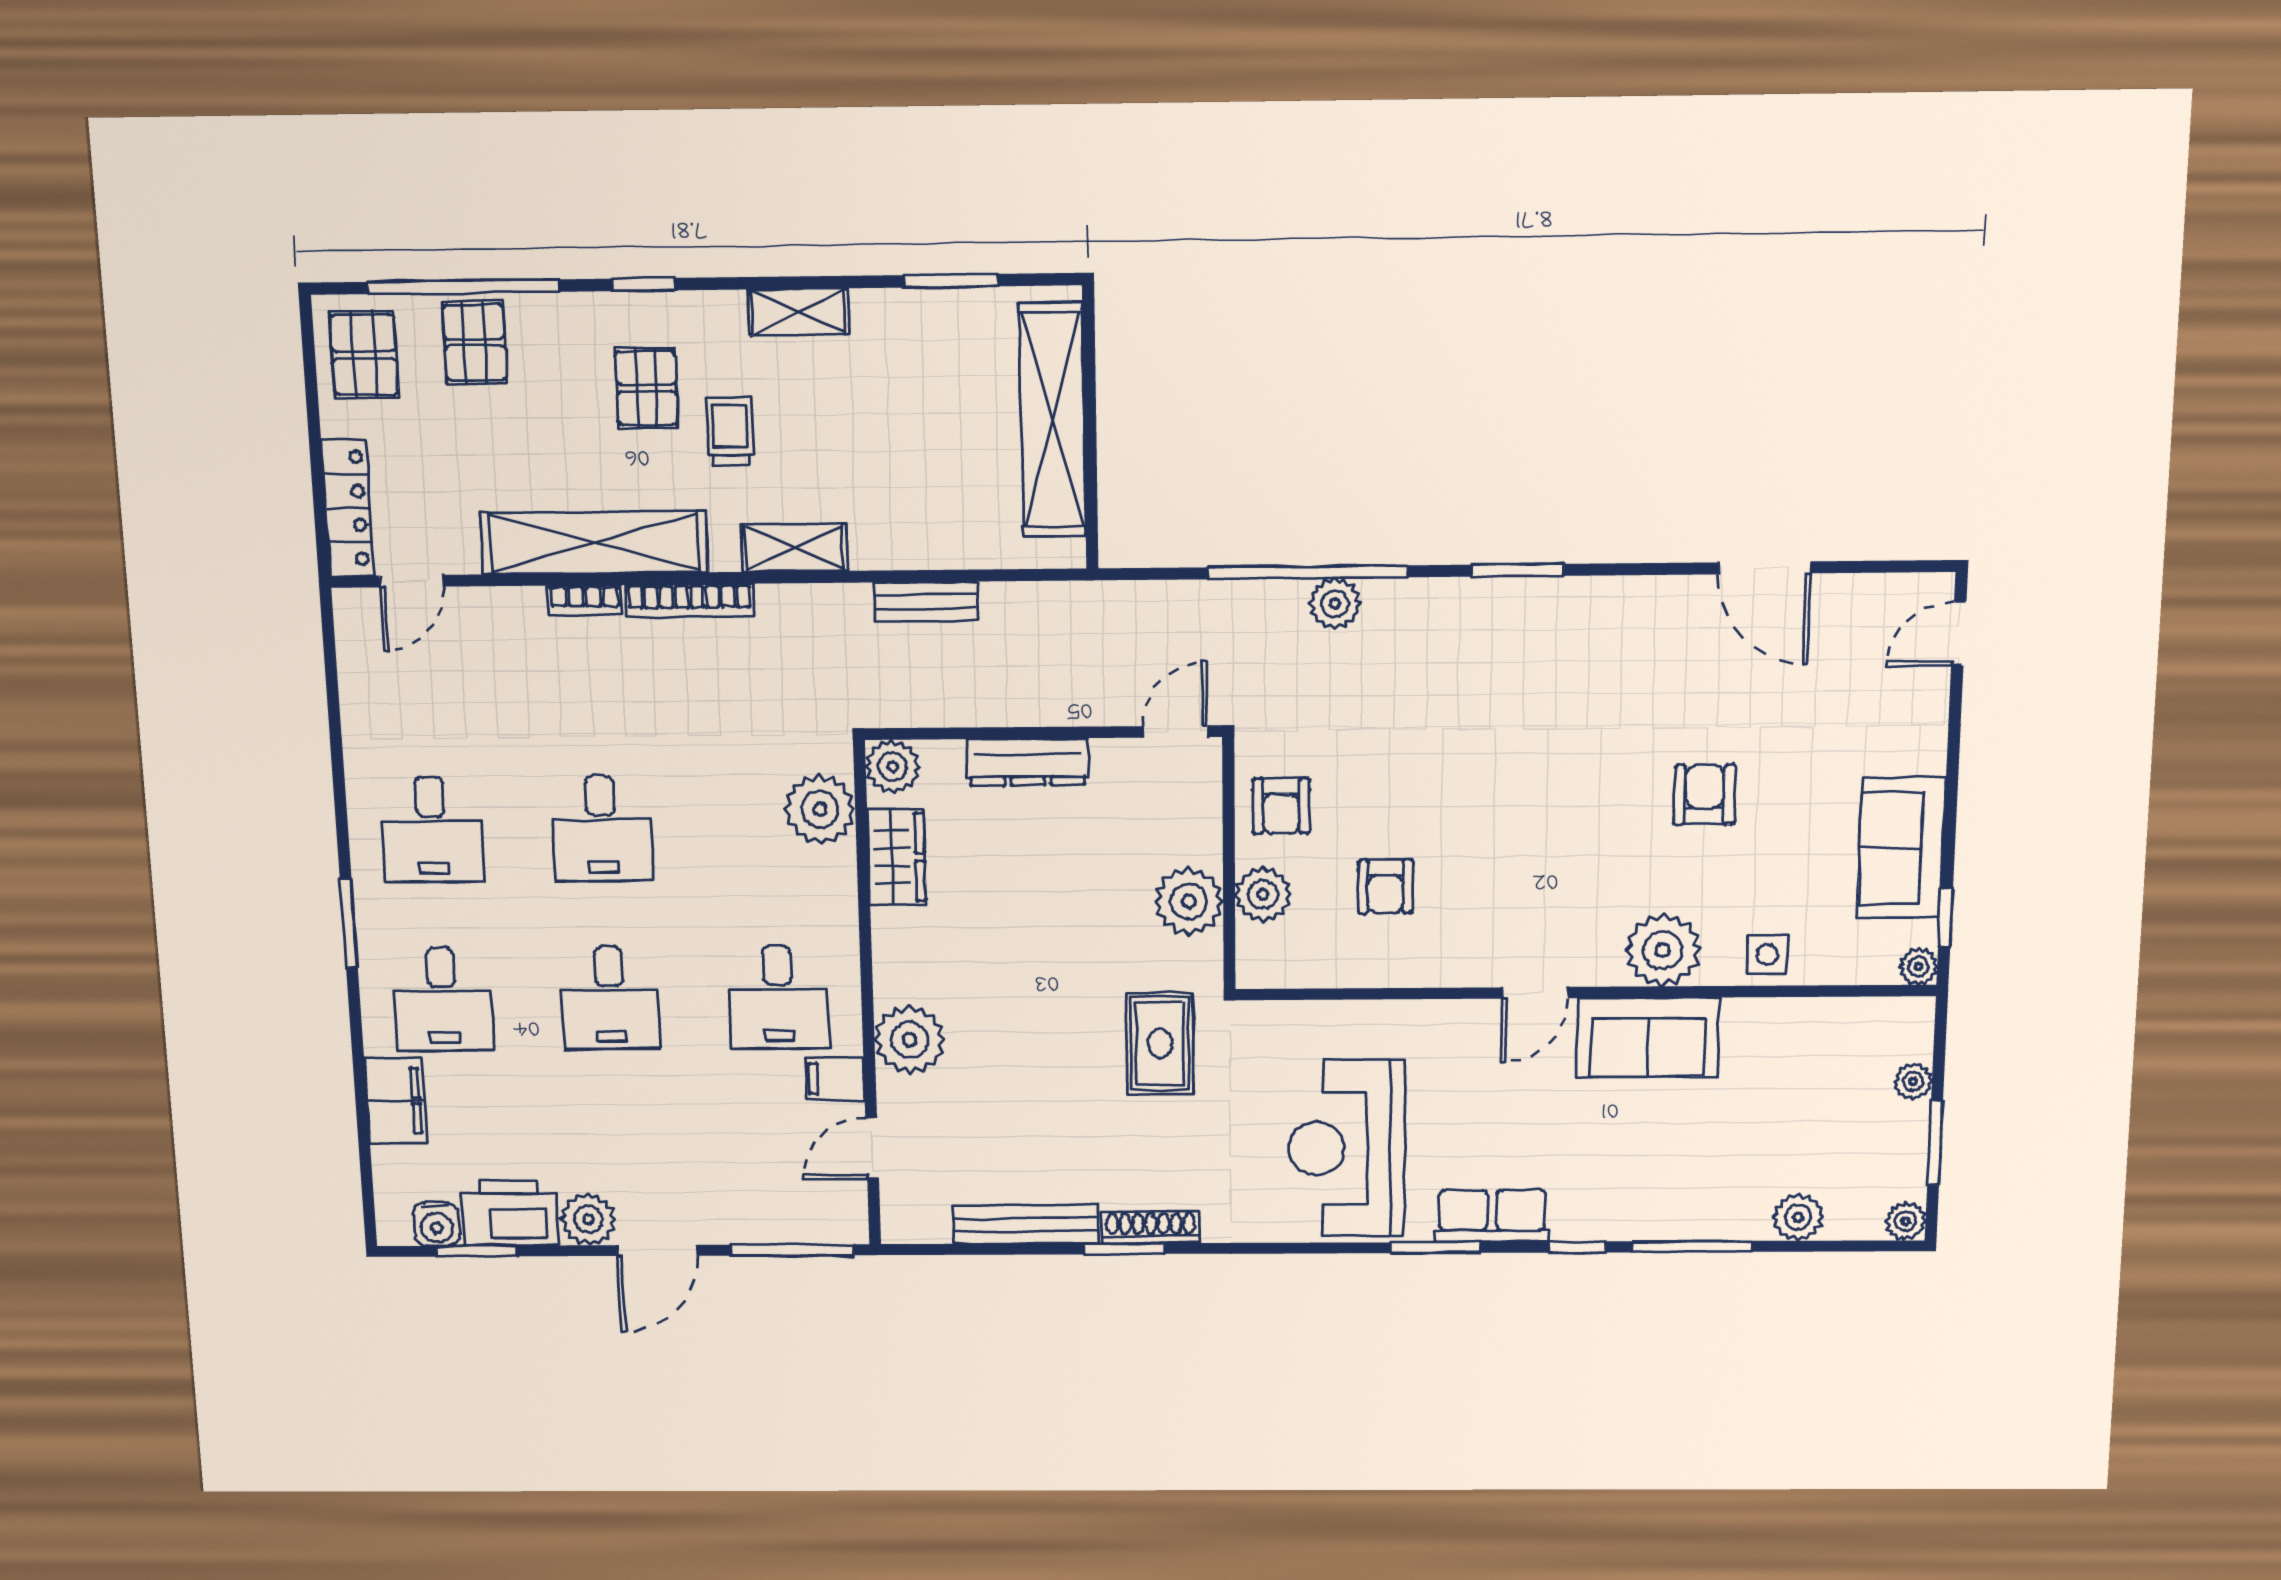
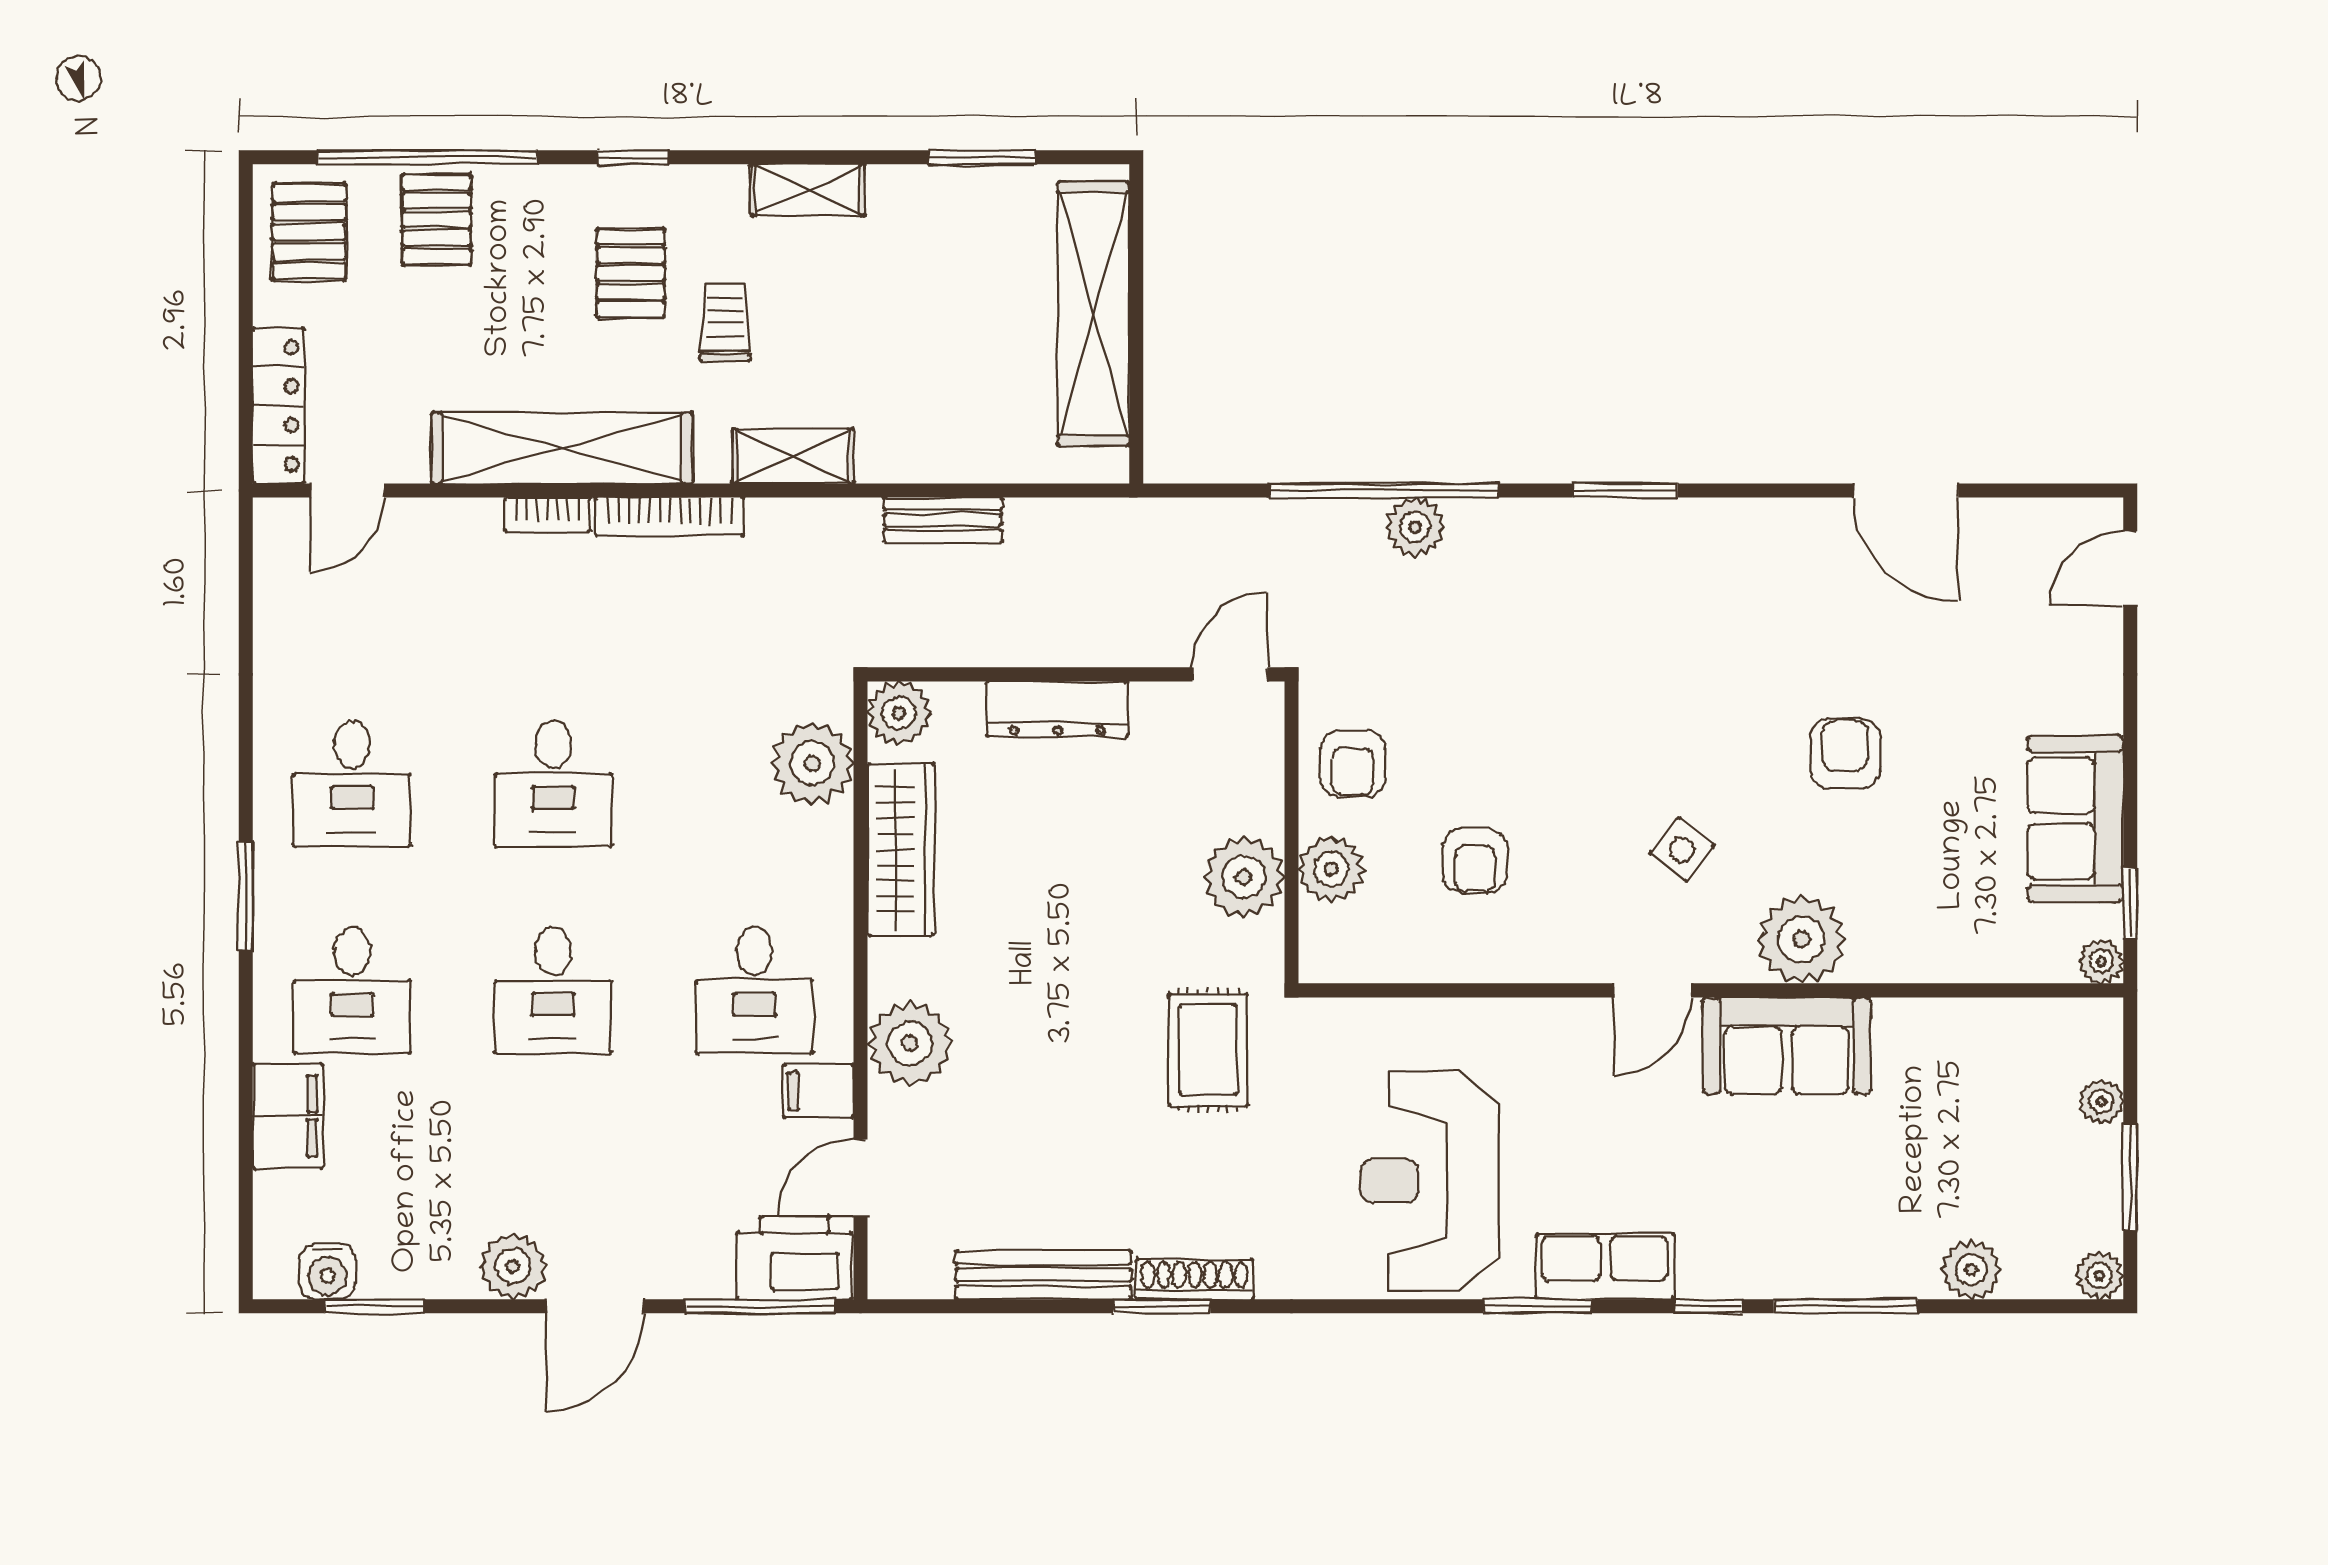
wardrobe: (897, 857) -> (901, 849), width x1.50
side table: (1767, 955) -> (1682, 850), moved, turned 38
printer: (510, 1213) -> (794, 1258), moved

